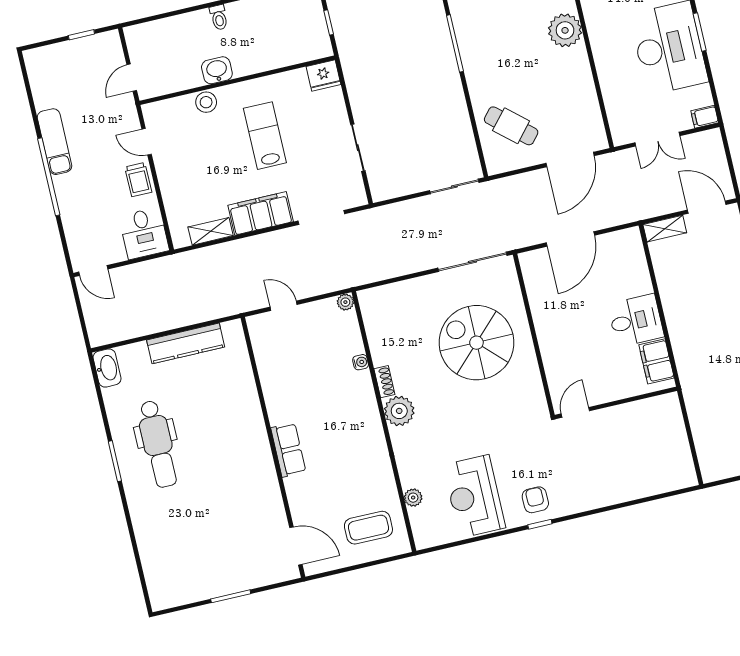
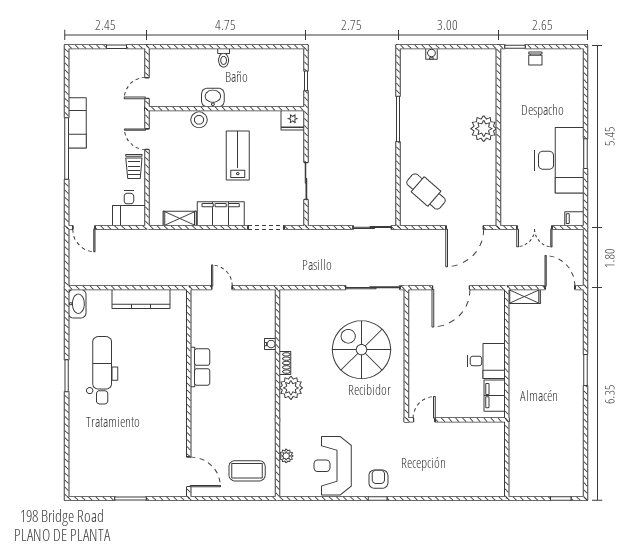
plant: (345, 302) -> (269, 296), removed
dental chair: (158, 444) -> (102, 370), turned 180
row of seats: (288, 450) -> (200, 367), moved

